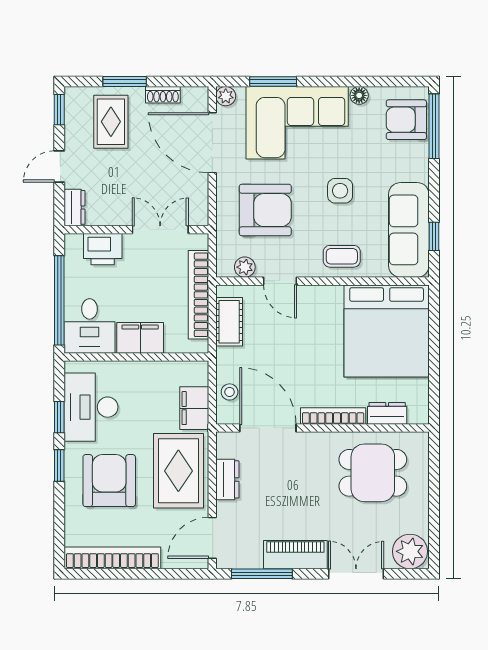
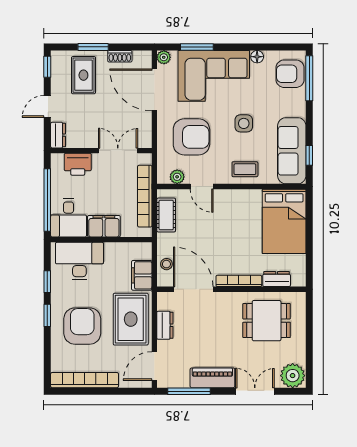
bed: (387, 331) -> (284, 221), width x0.73
desk: (91, 407) -> (79, 261), moved, turned 90

